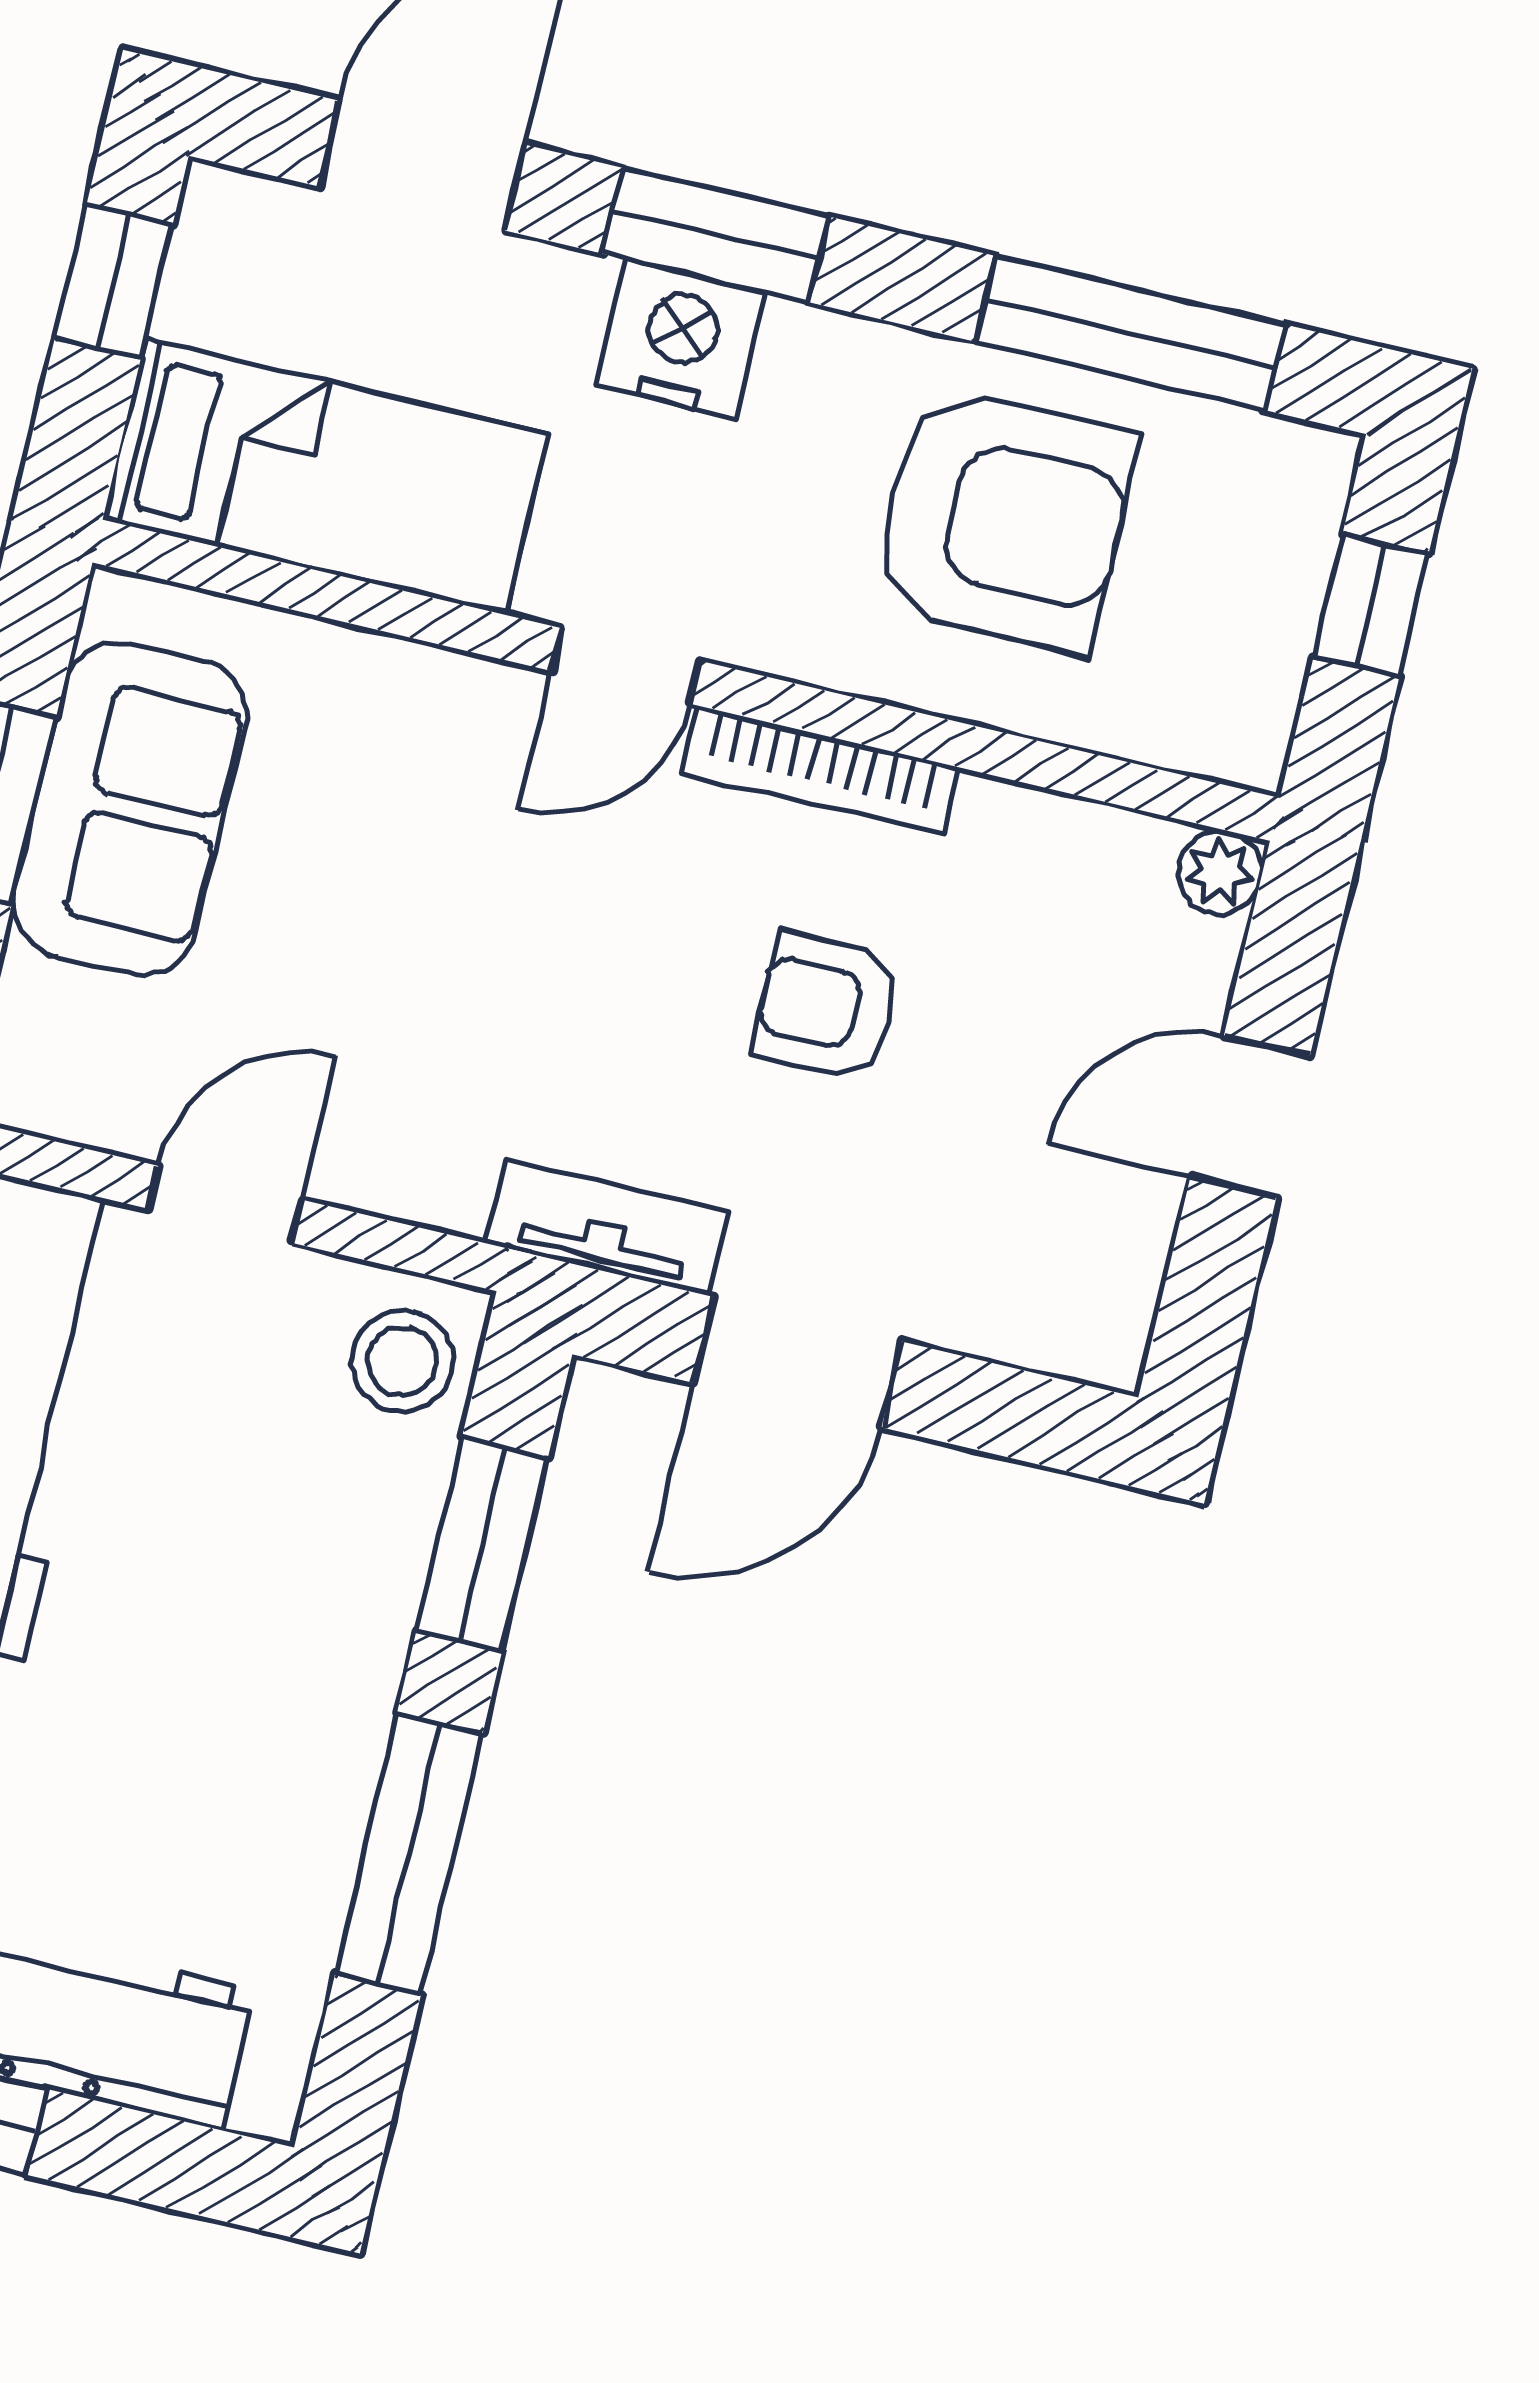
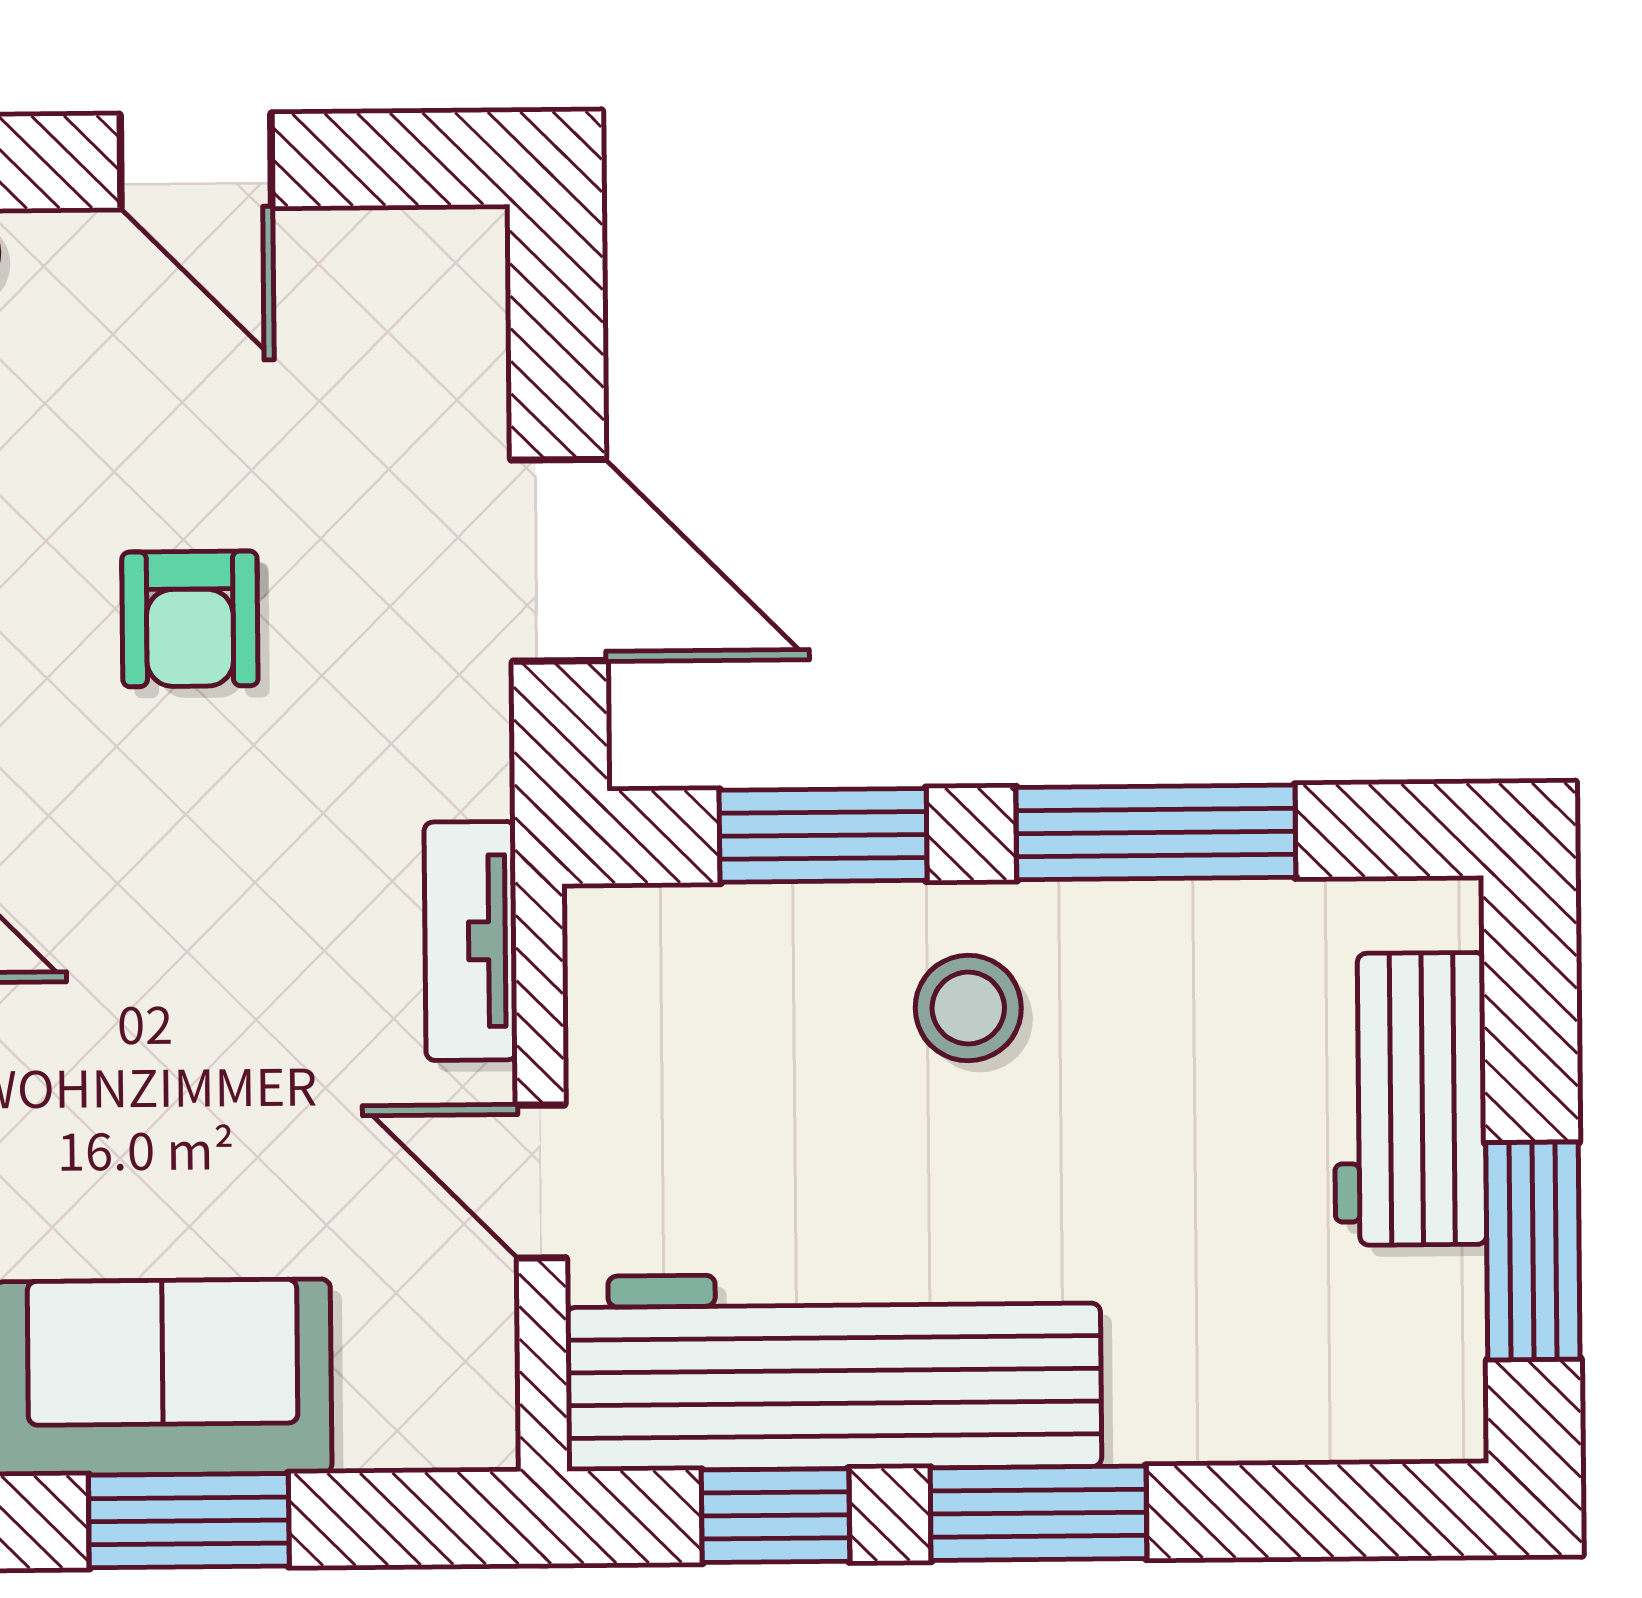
tv unit: (607, 1227) -> (471, 941), moved
stool: (402, 1361) -> (968, 1008), moved

